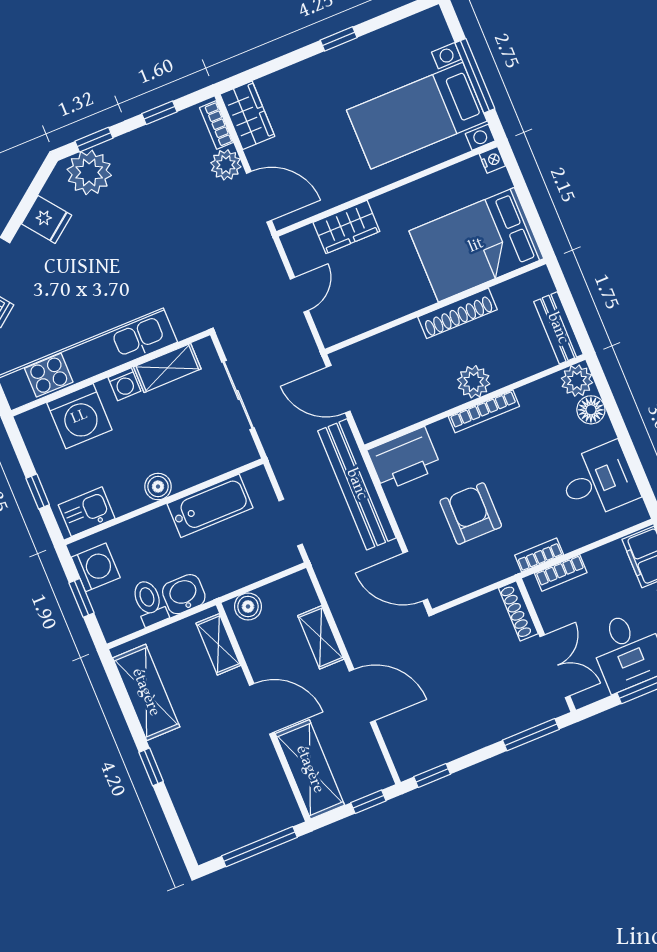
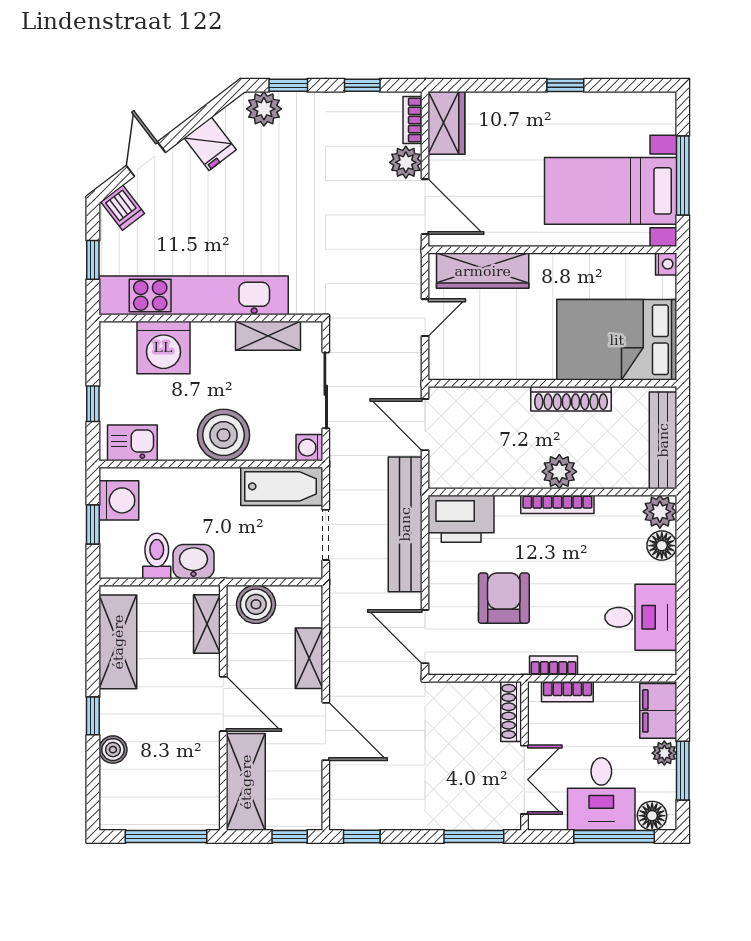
plant: (89, 172) -> (264, 109), width x0.73, depth x0.73
wardrobe: (346, 227) -> (483, 271), width x1.50
bench: (558, 328) -> (663, 440), width x1.36
washing machine: (124, 384) -> (309, 448), moved, turned 90
boiler: (158, 487) -> (224, 435), width x1.86, depth x1.86
bathtub: (210, 506) -> (282, 486), moved
boiler: (248, 606) -> (256, 604), width x1.36, depth x1.36
boiler: (181, 789) -> (113, 750), added

